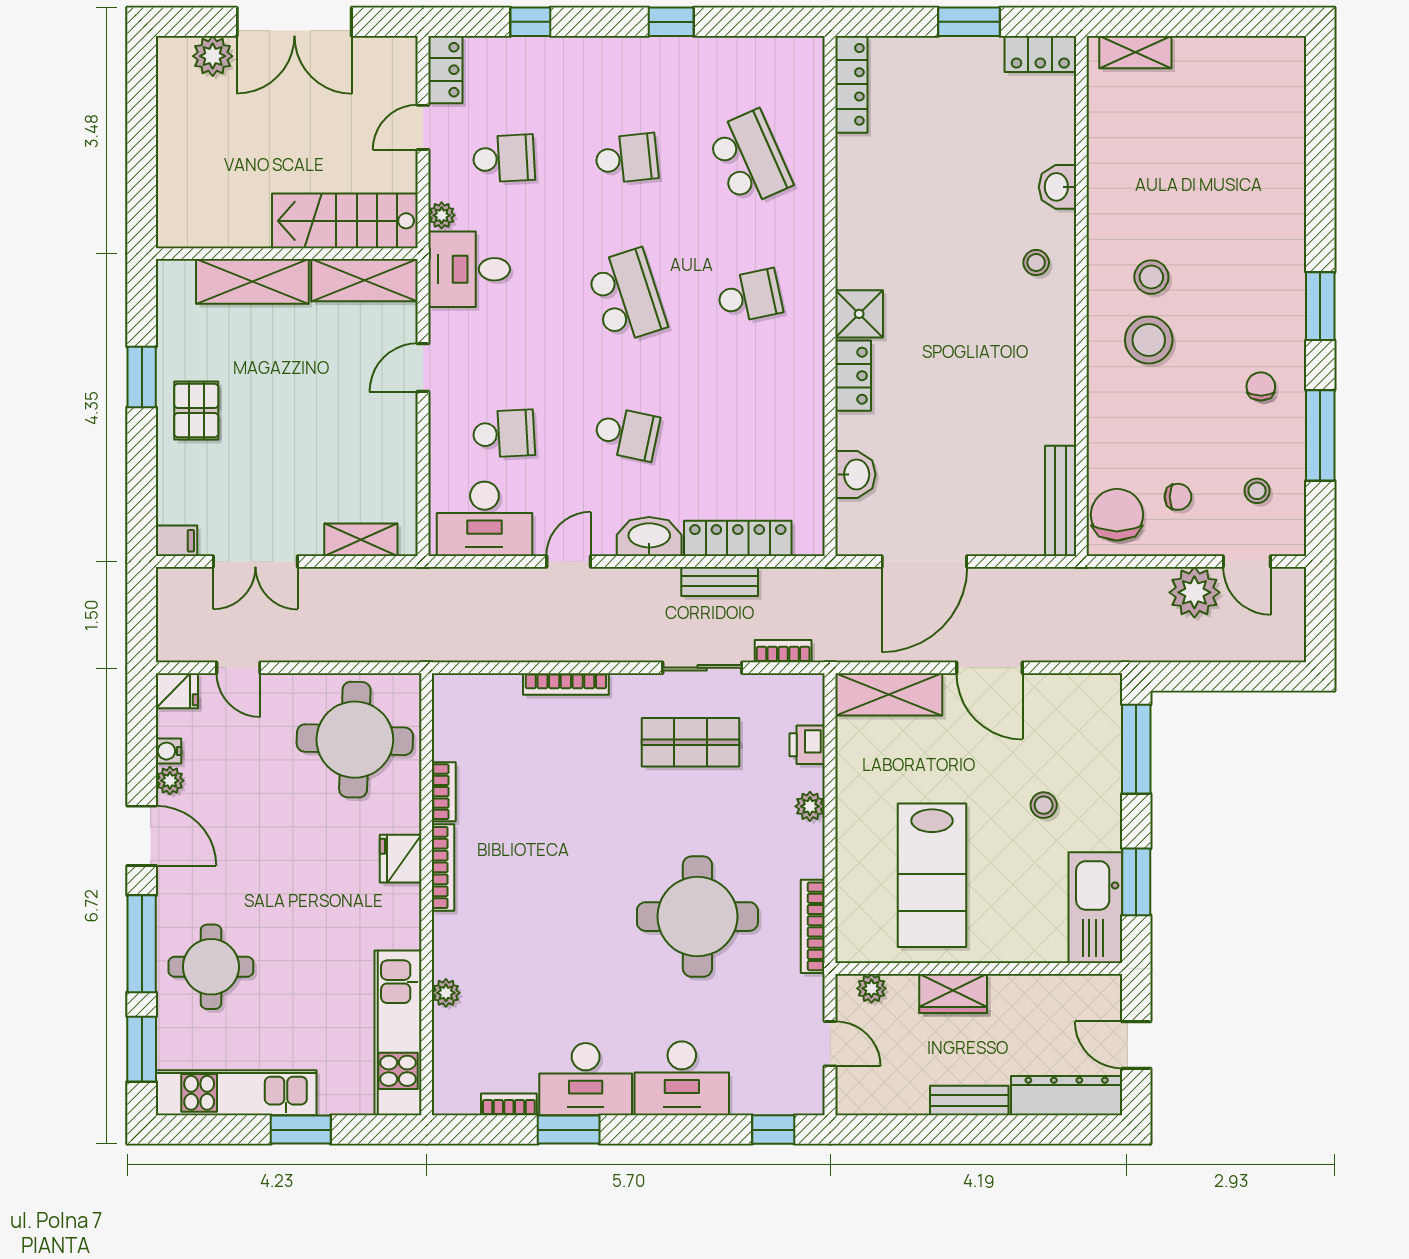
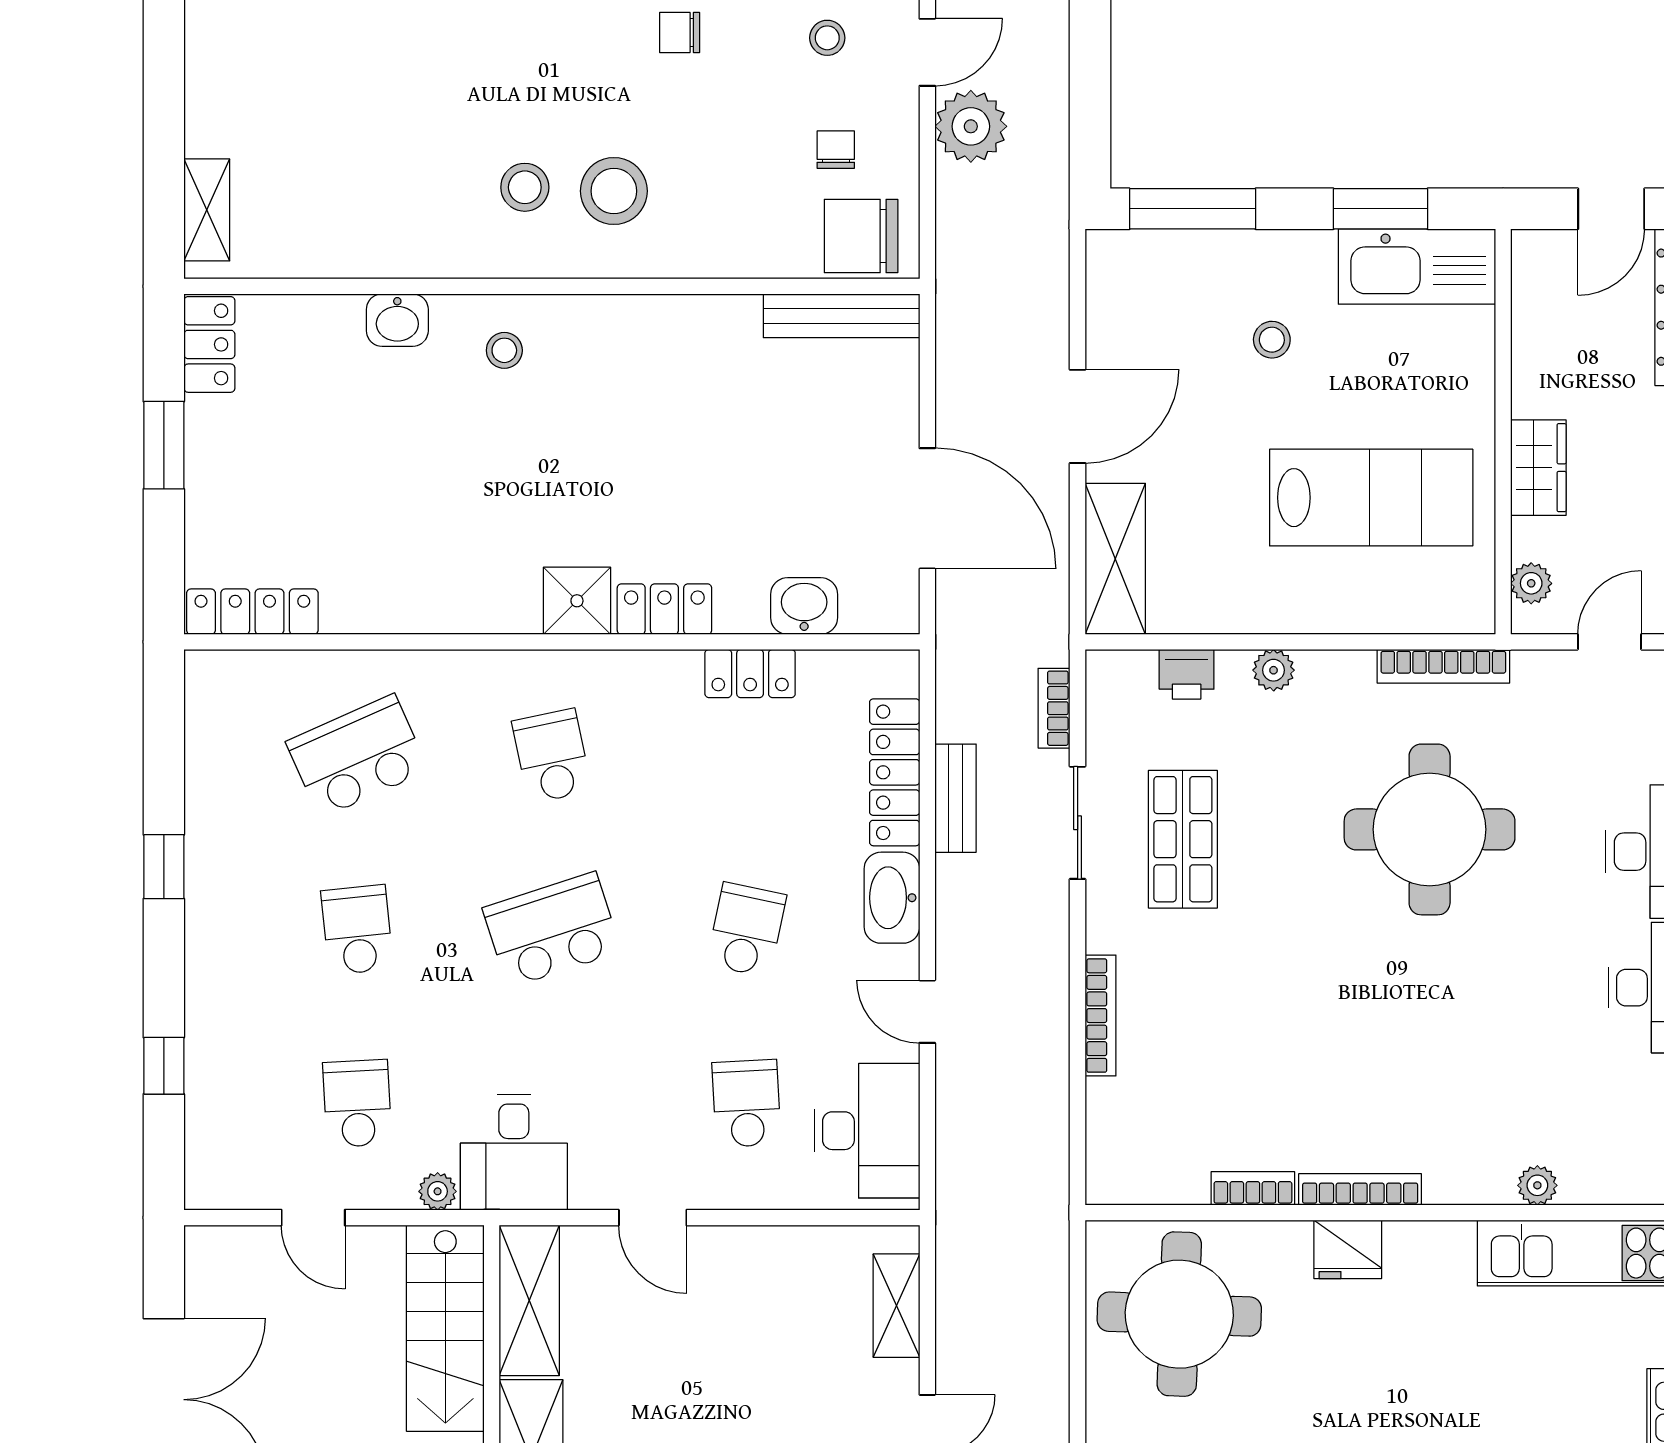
locker: (445, 70) -> (750, 673), moved, turned 180

